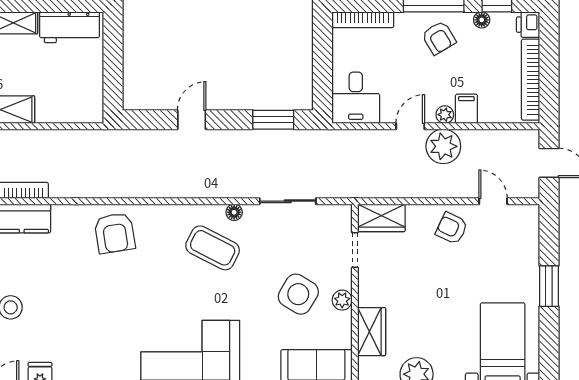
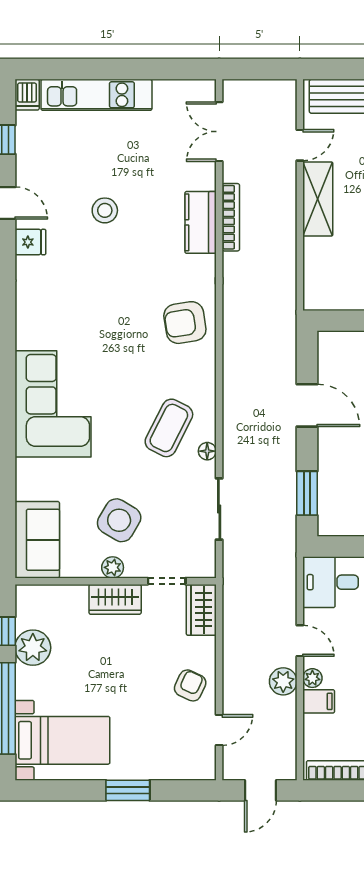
door: (192, 120) -> (307, 405), width x1.38
plant: (443, 146) -> (283, 681), width x0.73, depth x0.73
wardrobe: (372, 332) -> (115, 599), moved

